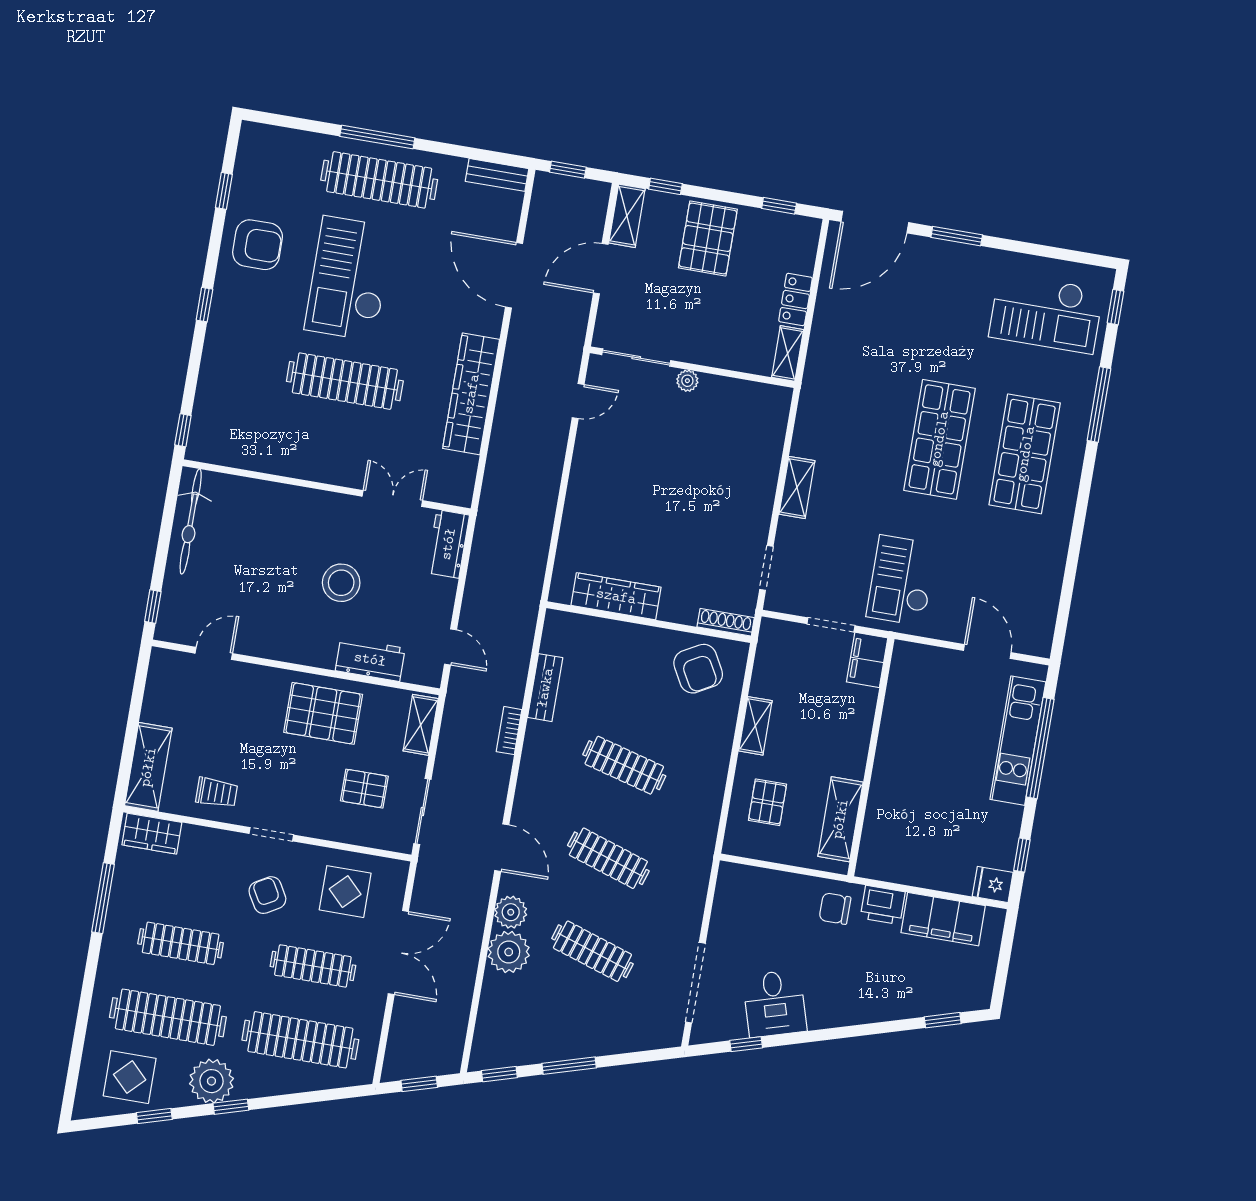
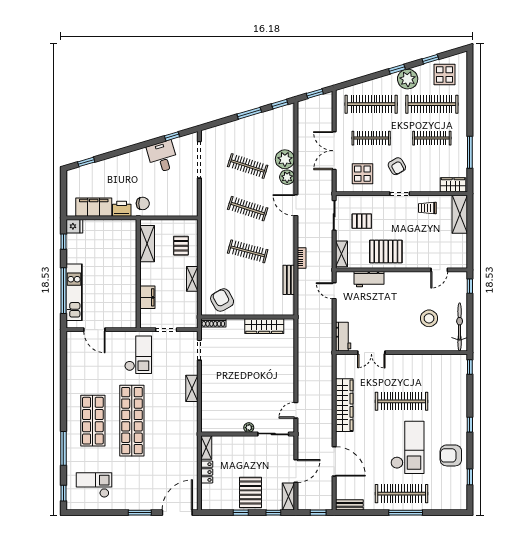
window: (779, 206) -> (241, 513), moved
checkout: (1046, 313) -> (94, 485), width x0.73, depth x0.83
shop shelf: (939, 439) -> (132, 421), width x1.40
stool: (341, 583) -> (429, 318), moved
filing cabinet: (867, 660) -> (147, 297), moved

